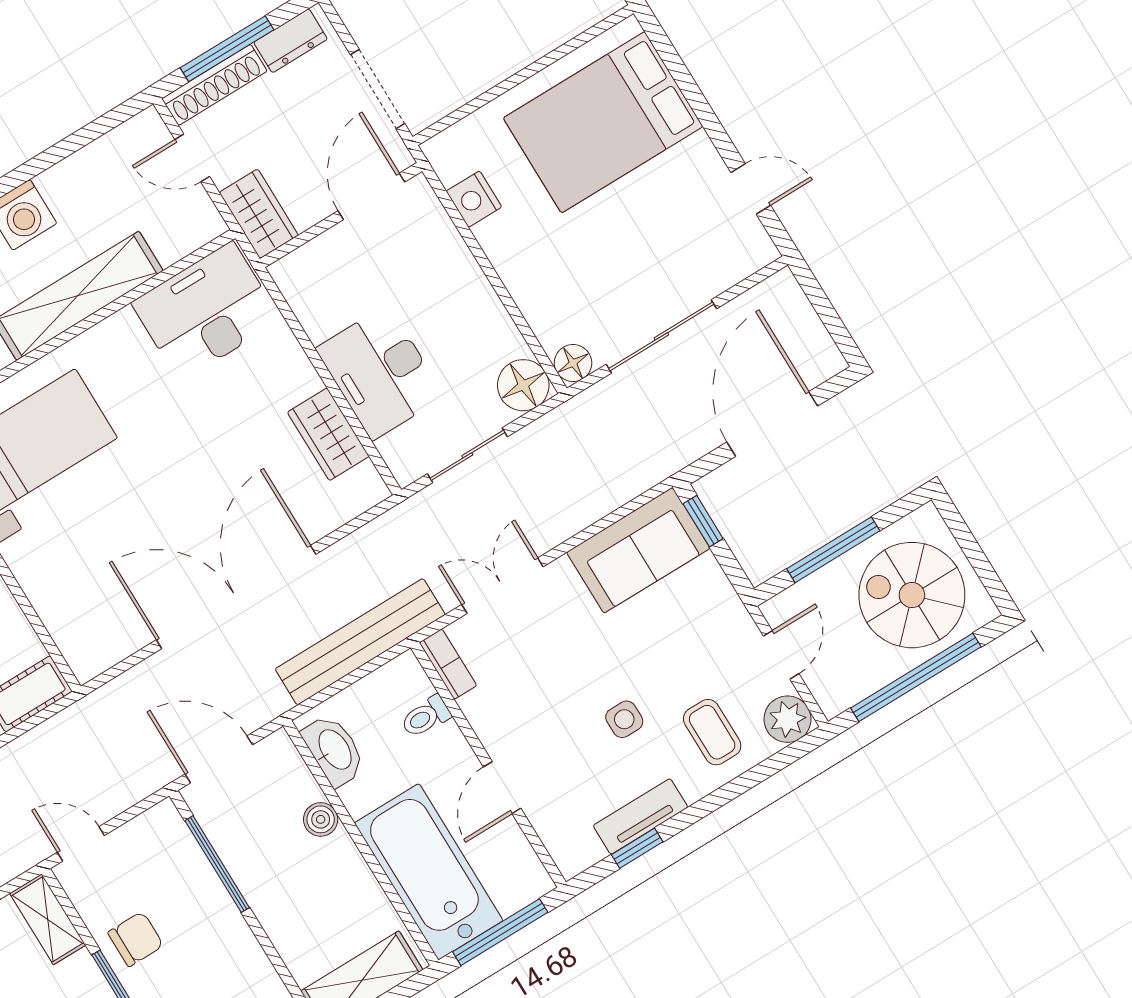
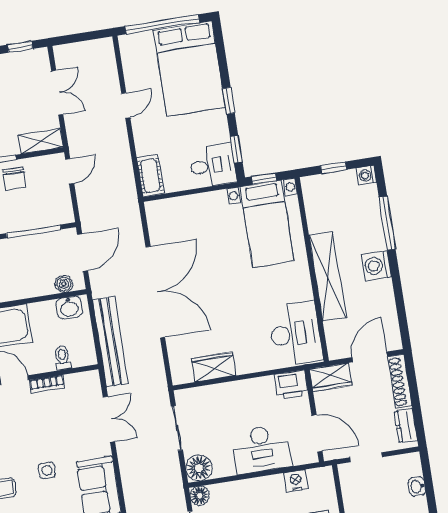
window: (227, 49) -> (414, 394), removed
doorway: (378, 89) -> (366, 457), width x0.73
door: (192, 158) -> (370, 357), width x1.38
printer: (302, 280) -> (291, 385), added
desk: (380, 372) -> (261, 449), moved, turned 180
bookcase: (448, 664) -> (47, 384), moved
side table: (624, 719) -> (47, 470), moved
washbasin: (334, 750) -> (69, 308), width x0.72
boiler: (321, 819) -> (64, 284), moved

